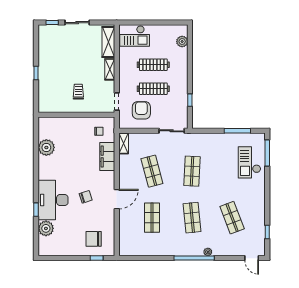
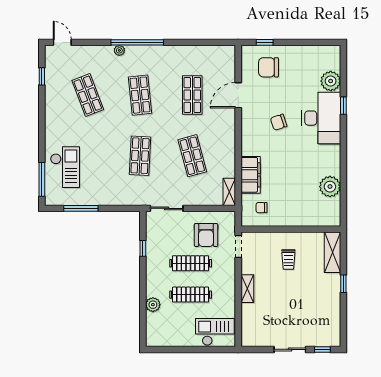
shelving: (108, 42) -> (332, 252), moved
plant: (182, 42) -> (153, 305), moved
door: (117, 199) -> (238, 95), moved
chair: (94, 239) -> (268, 67), turned 180

